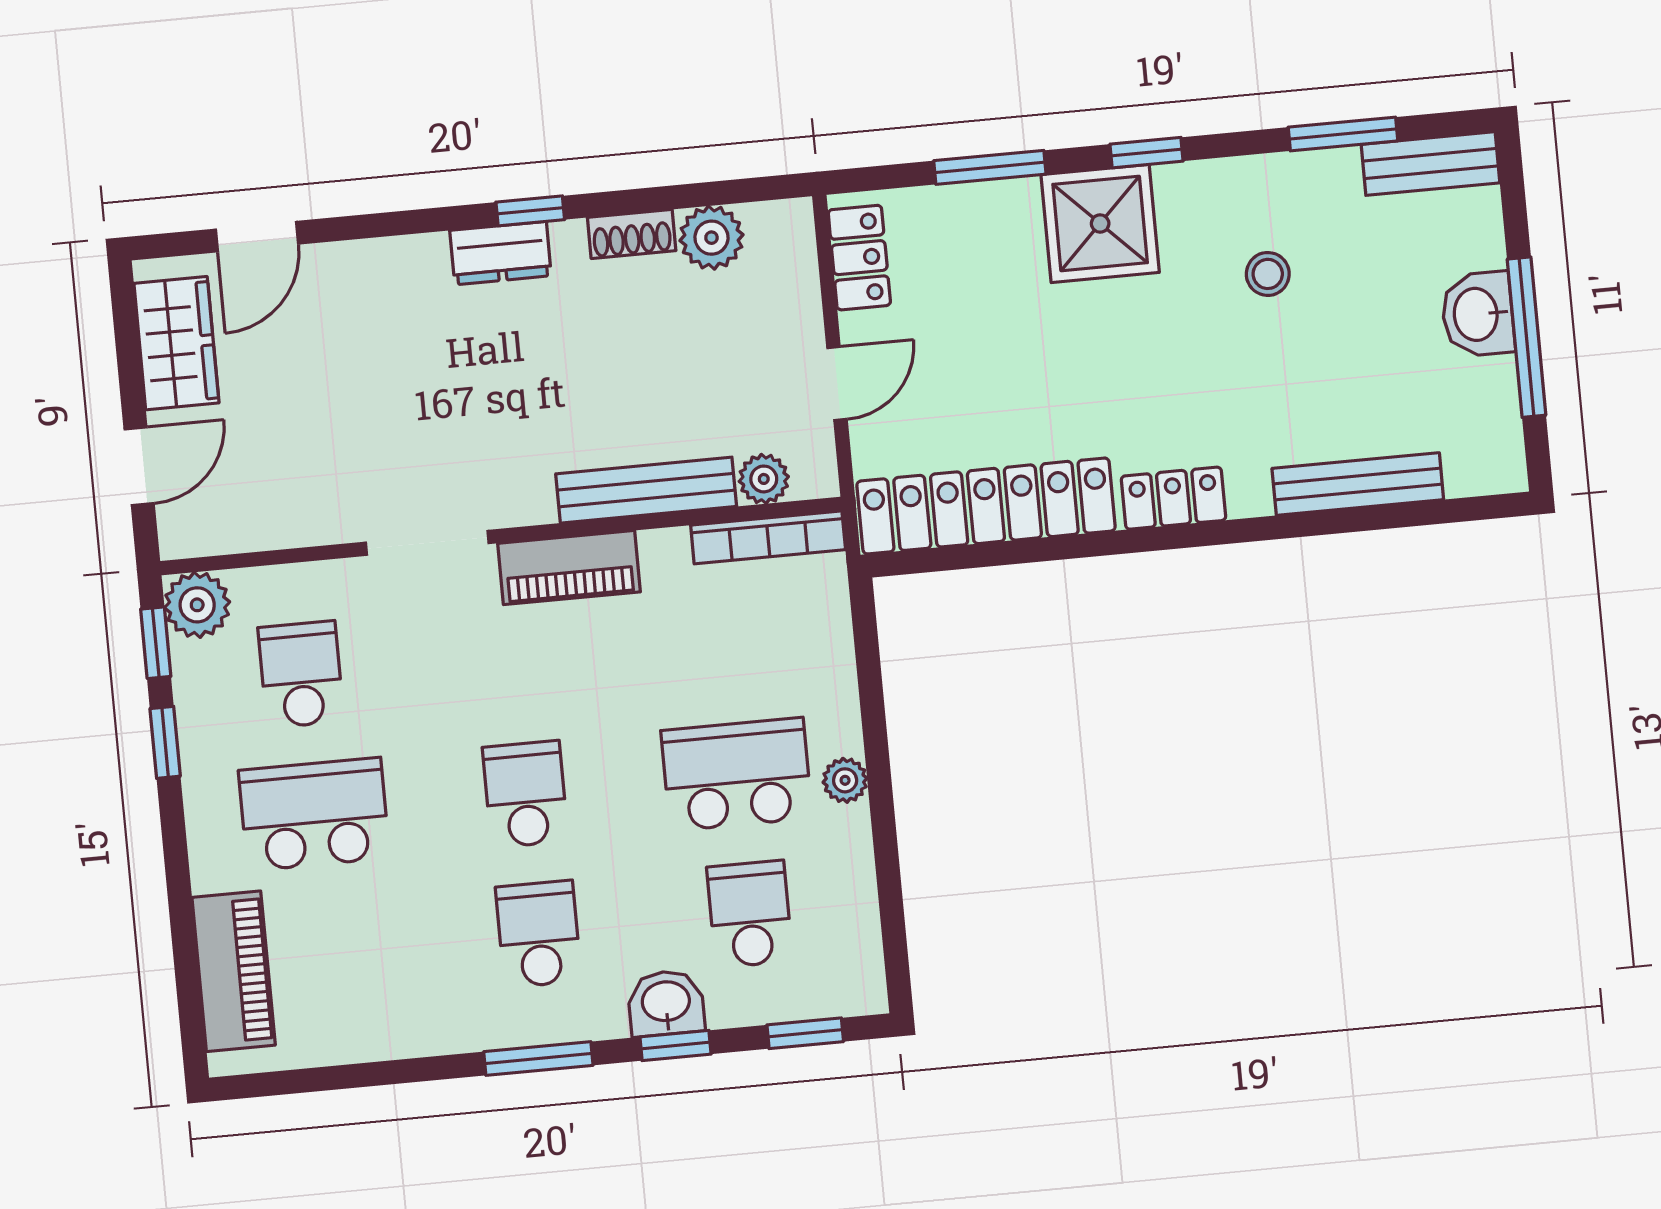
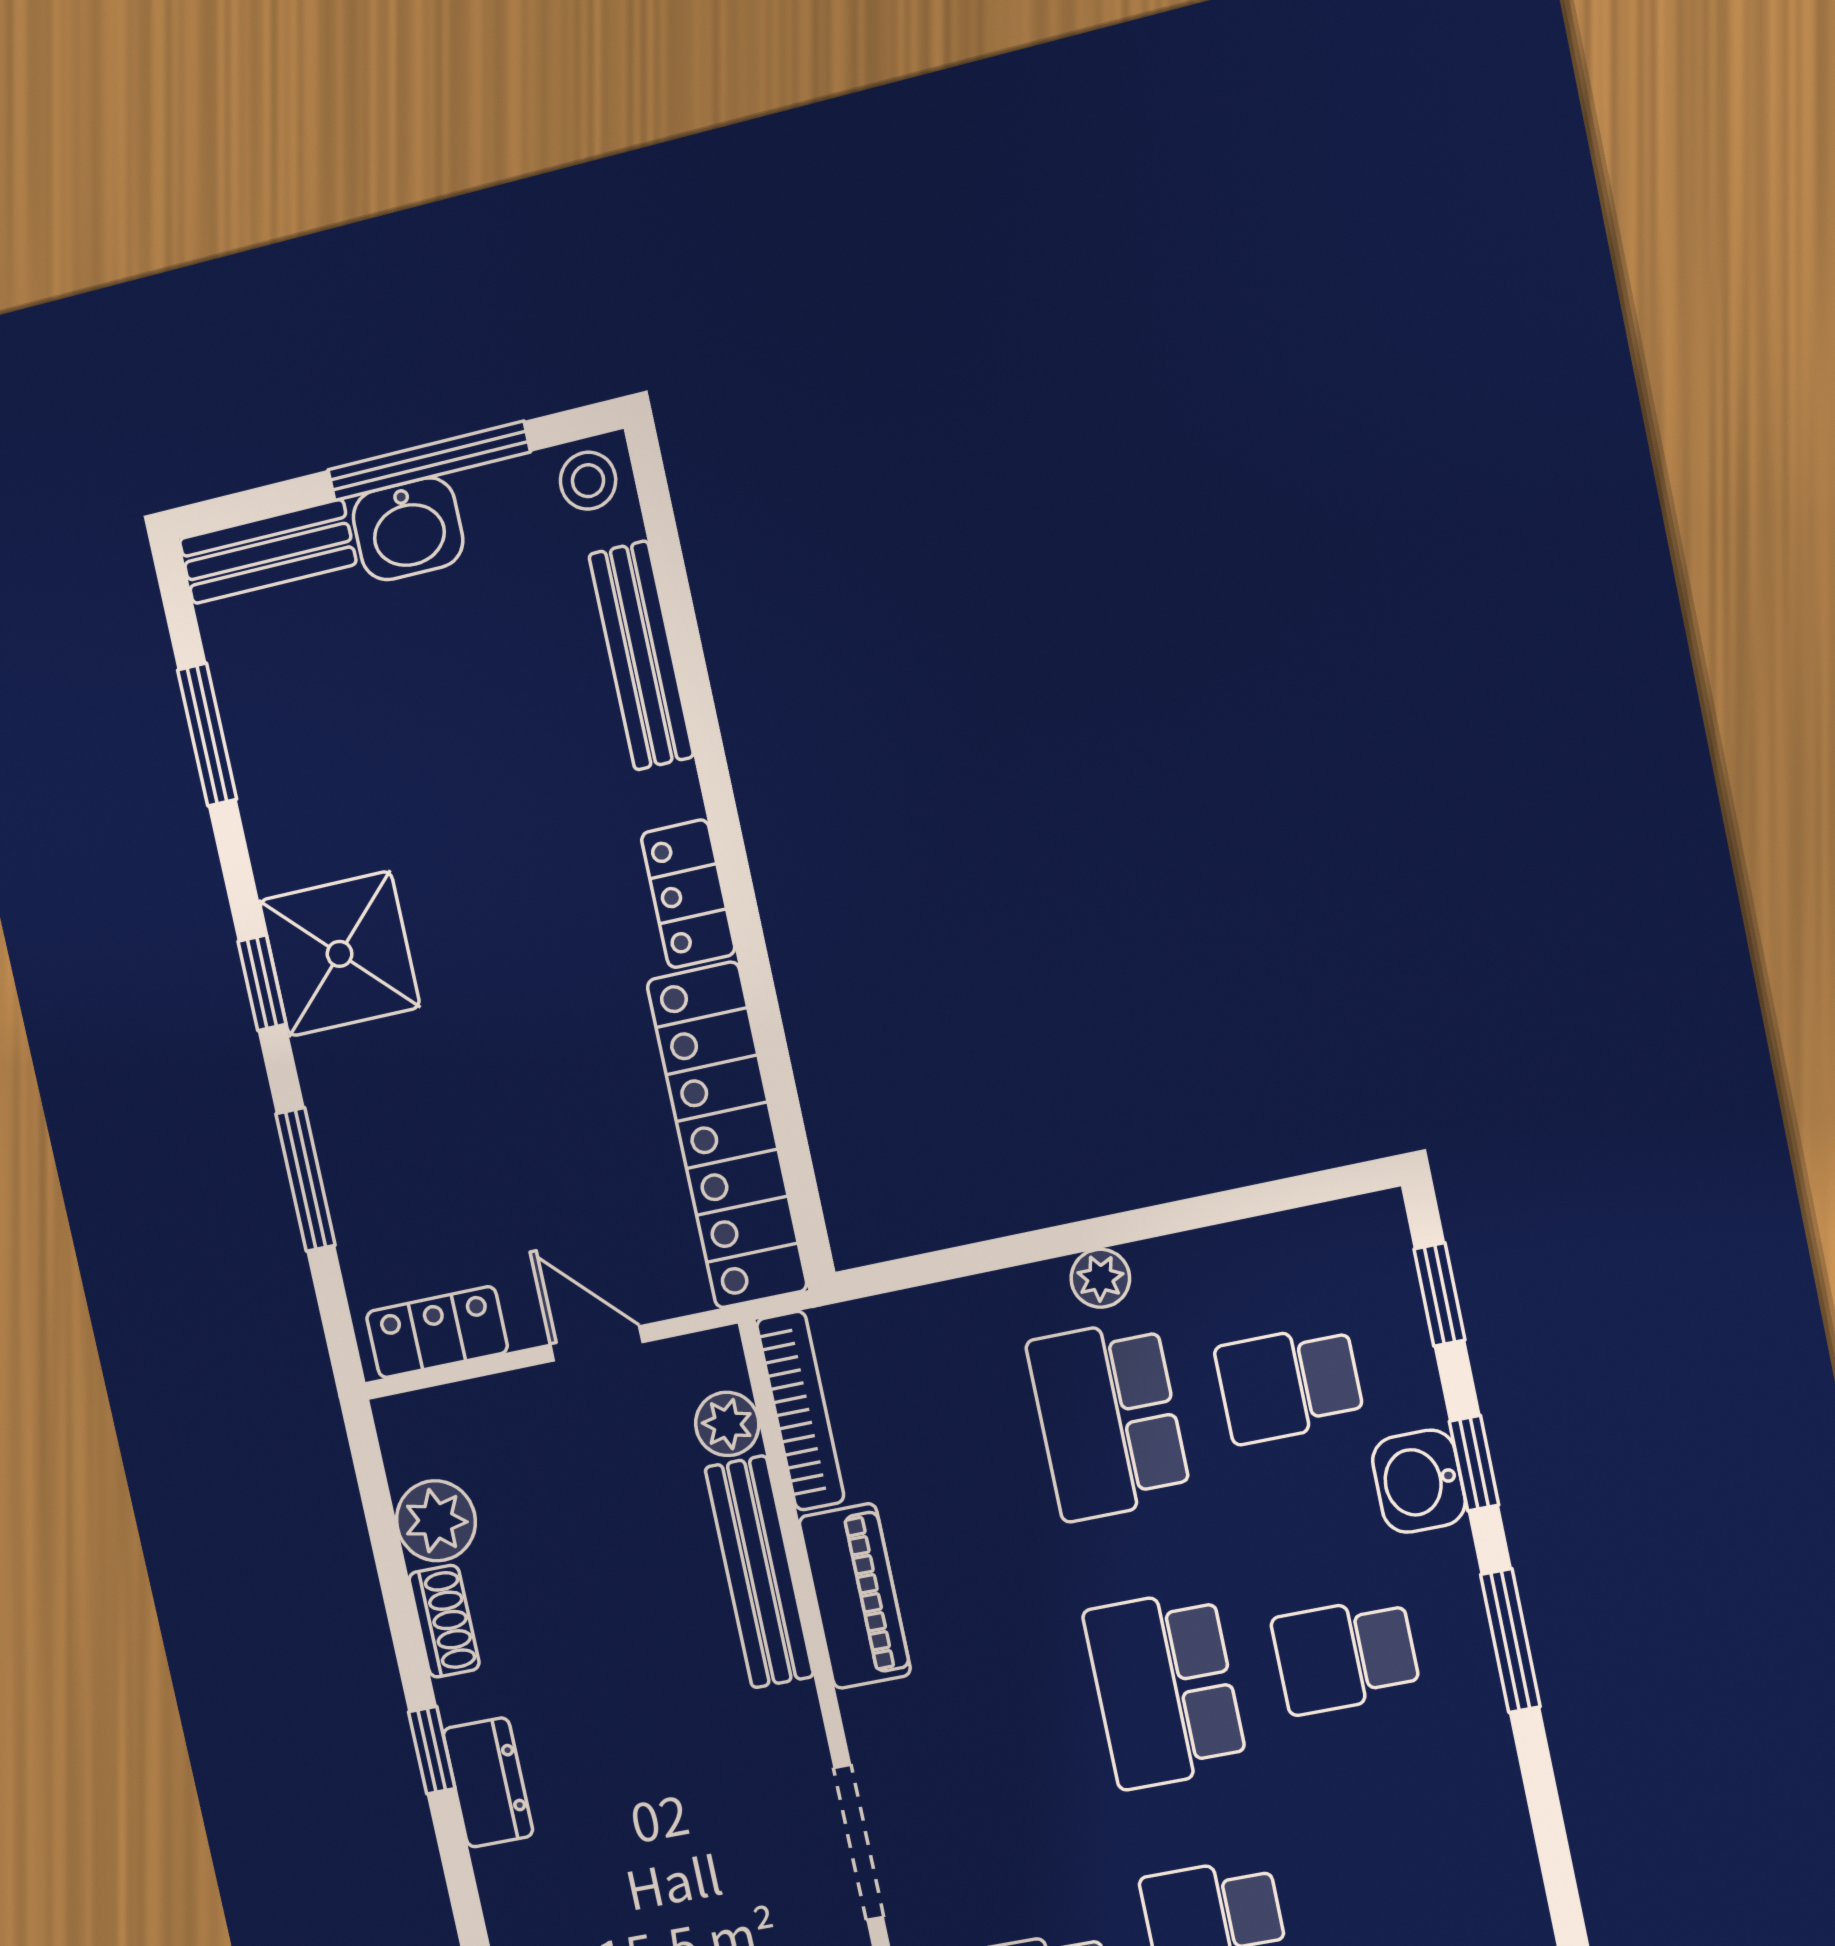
bench: (1430, 164) -> (268, 552), moved, turned 90
shower: (1100, 224) -> (340, 954), moved
stool: (1268, 274) -> (588, 481), moved
piano: (569, 568) -> (855, 1596), moved
school desk: (525, 794) -> (1165, 1689), width x1.85

